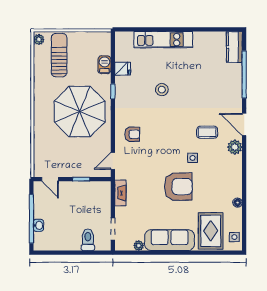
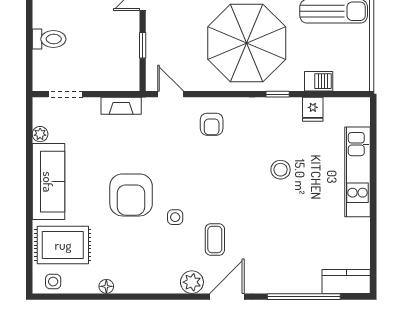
toilet: (88, 240) -> (49, 39), moved

